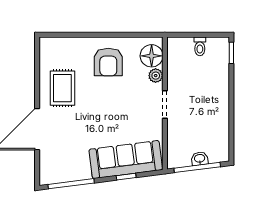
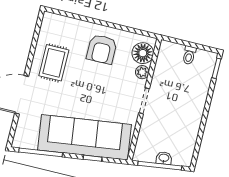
sofa: (126, 160) -> (85, 137), width x1.36, depth x1.27

